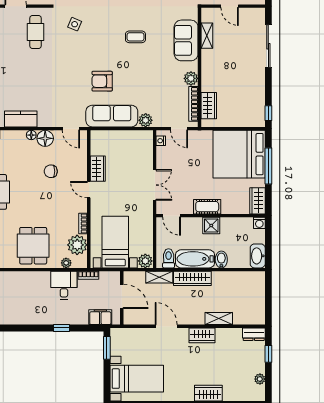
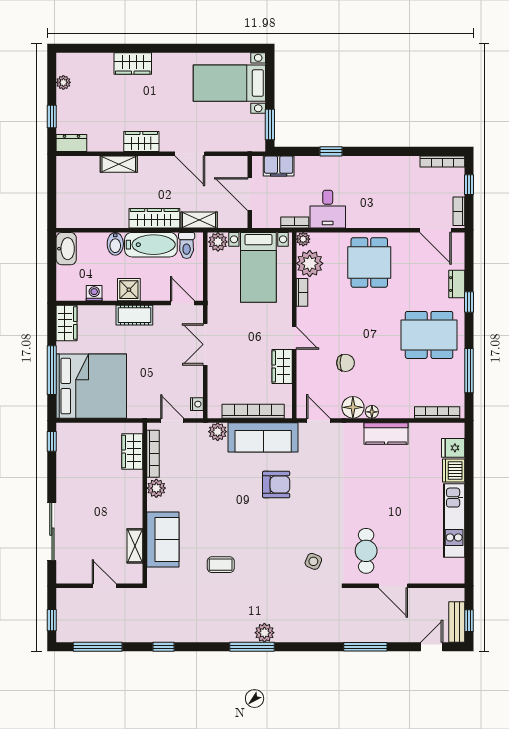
coffee table: (135, 37) -> (221, 565), moved
bookcase: (119, 135) -> (253, 411), added
washing machine: (259, 223) -> (94, 293), moved
plant: (66, 263) -> (303, 239), moved

